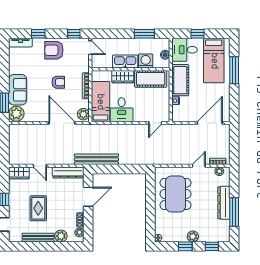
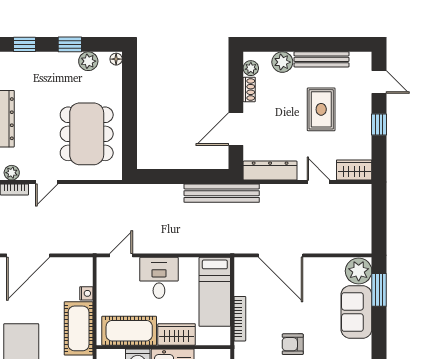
armchair: (58, 82) -> (293, 344), moved
desk: (122, 110) -> (159, 278), moved
plant: (83, 114) -> (244, 270), removed
plant: (193, 236) -> (88, 61), moved

